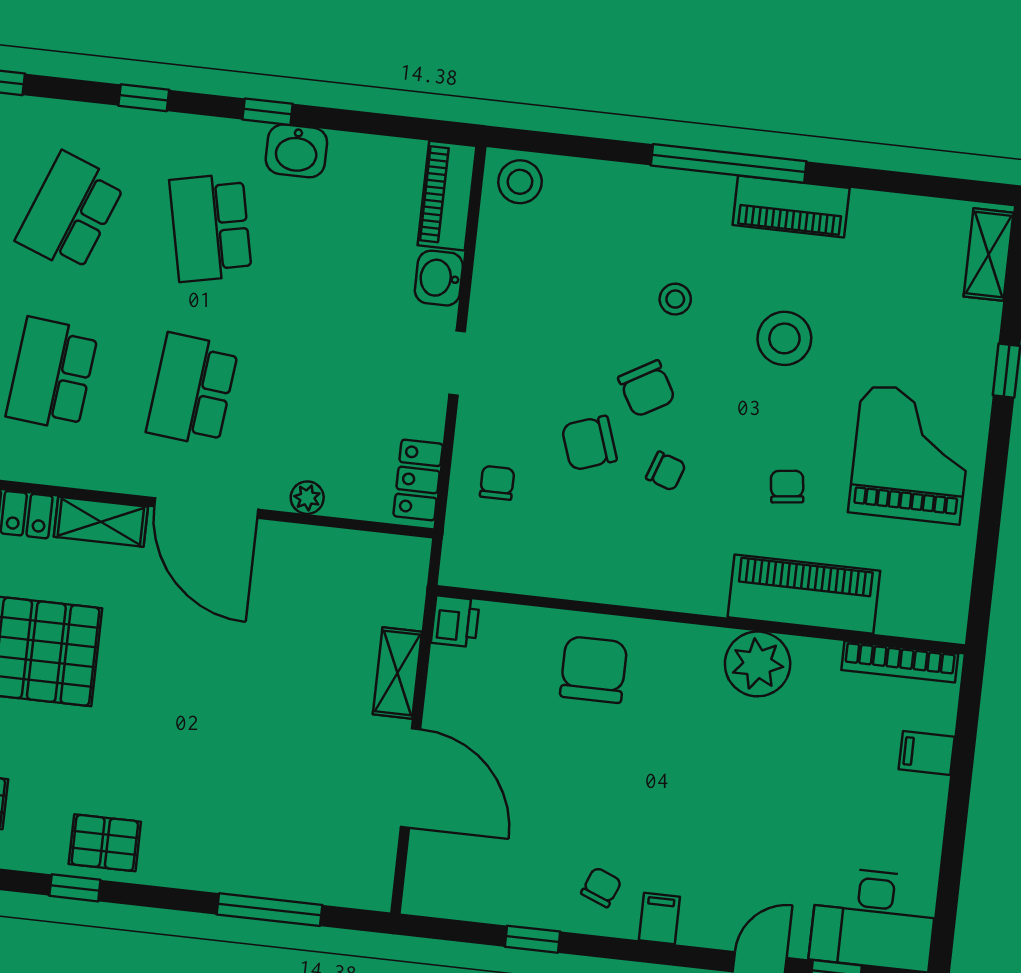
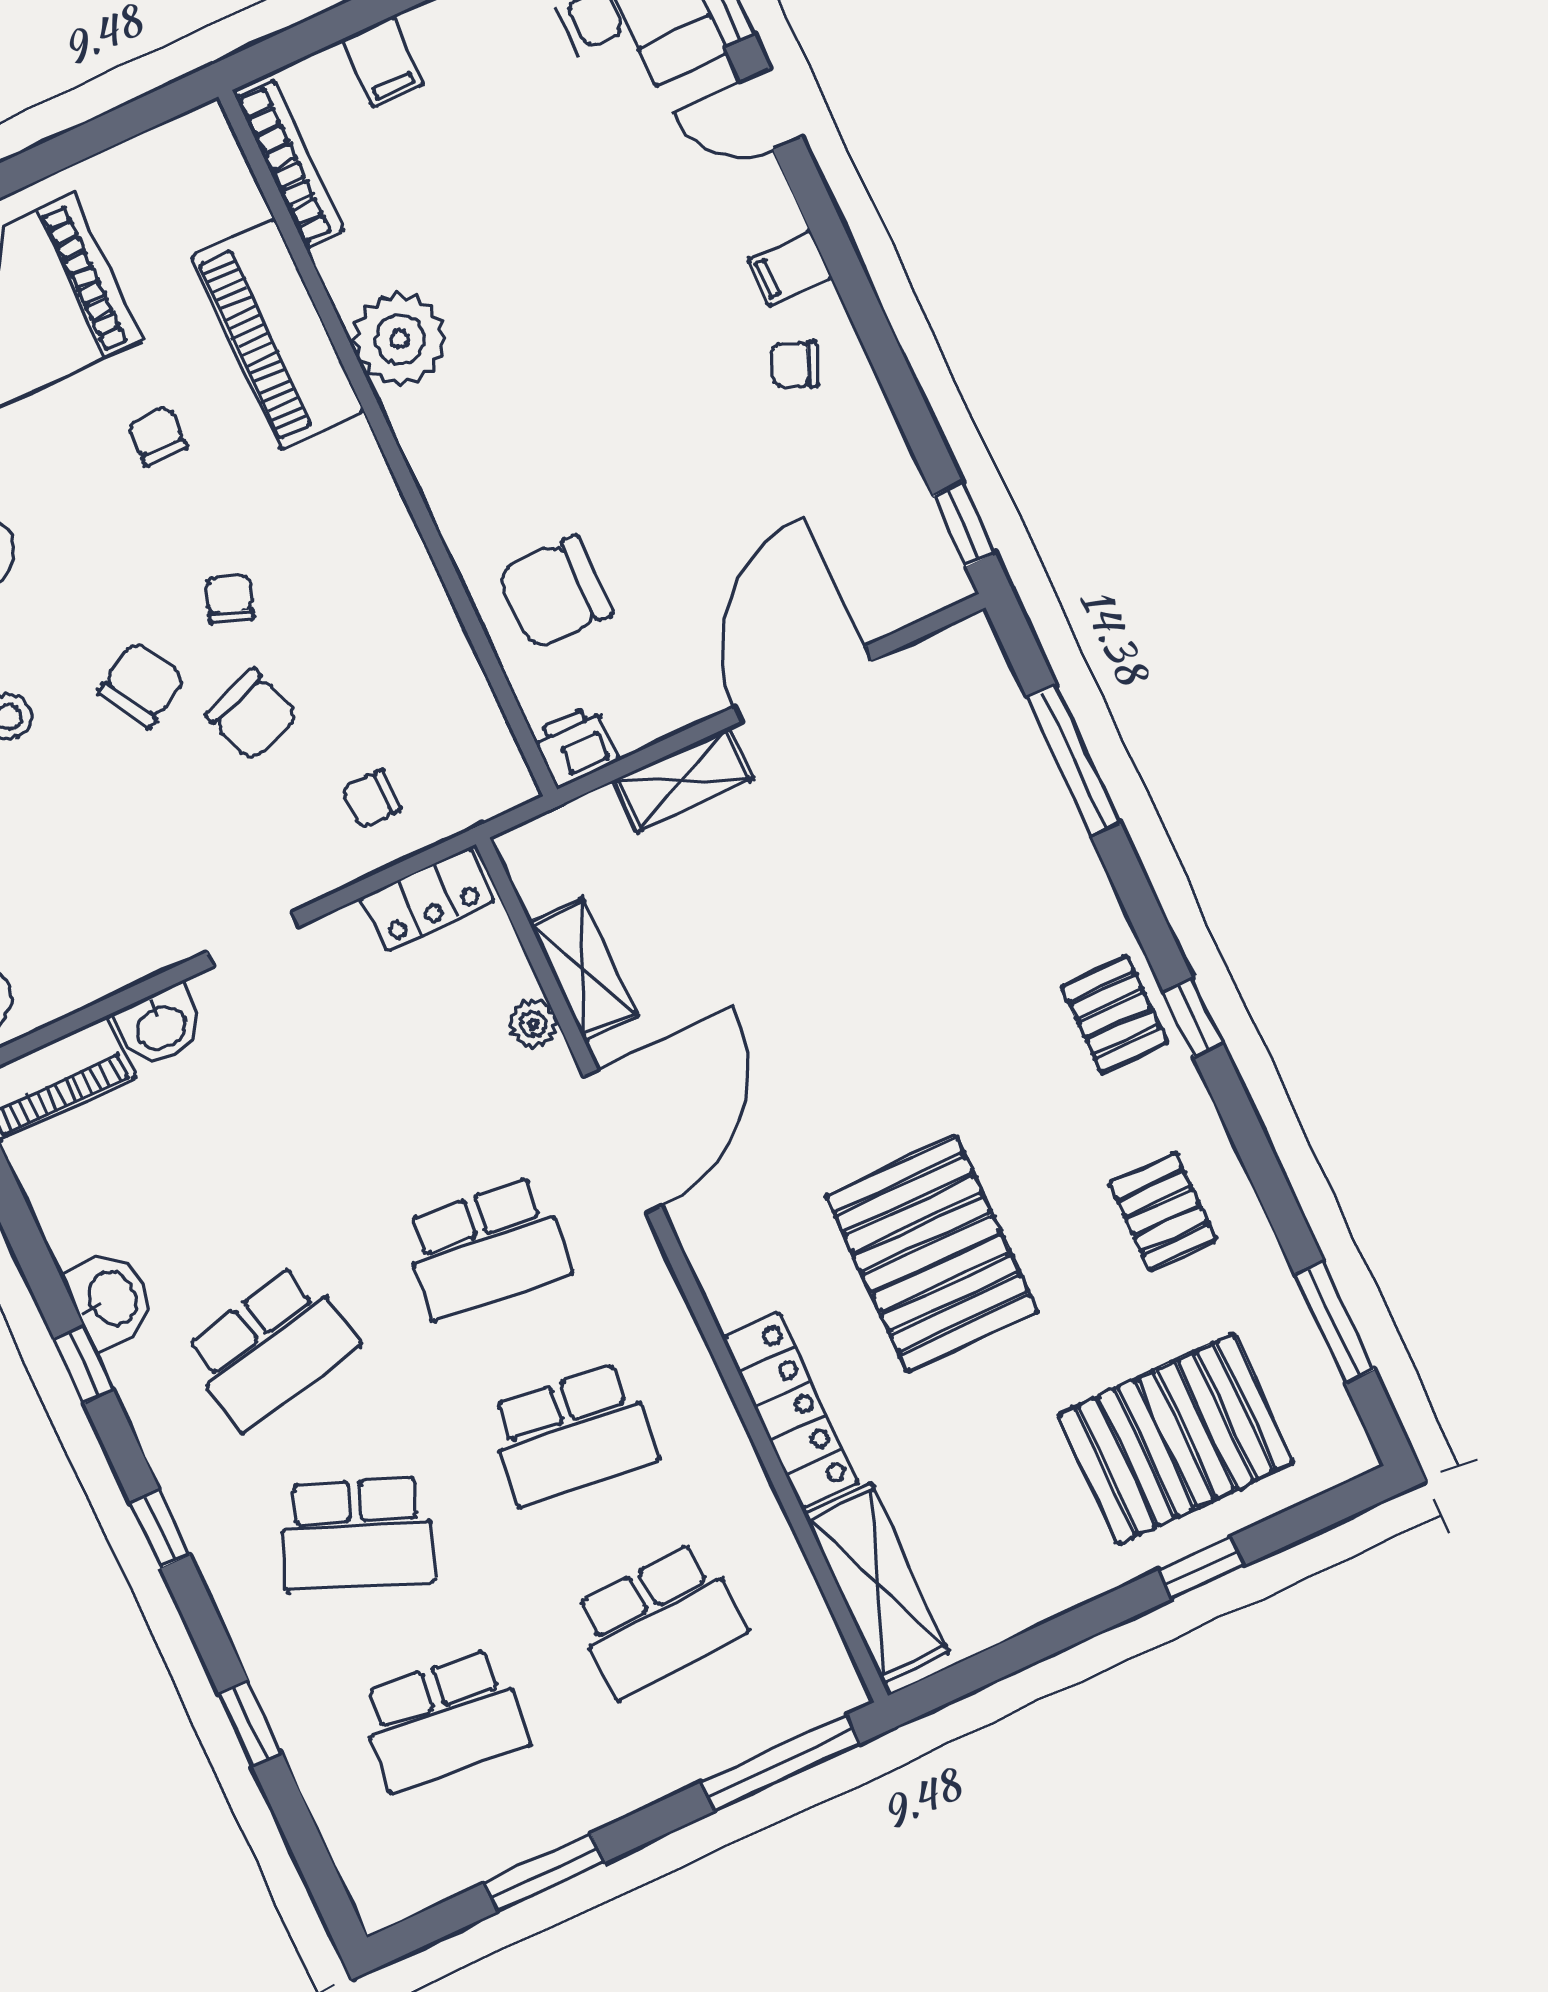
chair: (787, 487) -> (157, 436), turned 97
shelving: (101, 522) -> (583, 969), moved
chair: (594, 670) -> (555, 593), moved
window: (533, 939) -> (964, 525), moved

